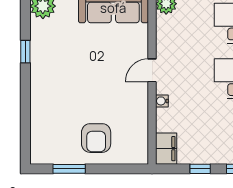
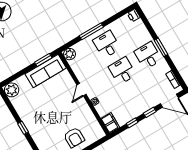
window: (25, 52) -> (23, 128), moved

